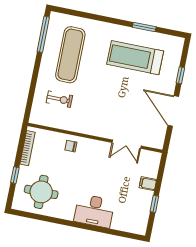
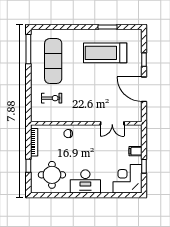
desk: (94, 211) -> (85, 181), moved
corner desk: (131, 215) -> (127, 179), added

